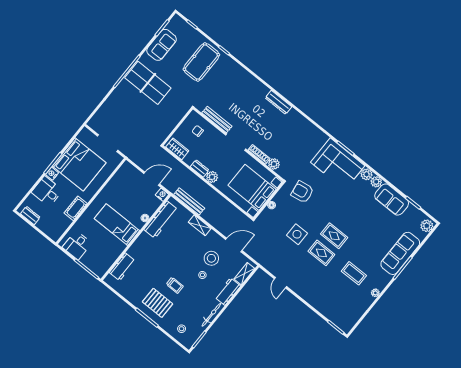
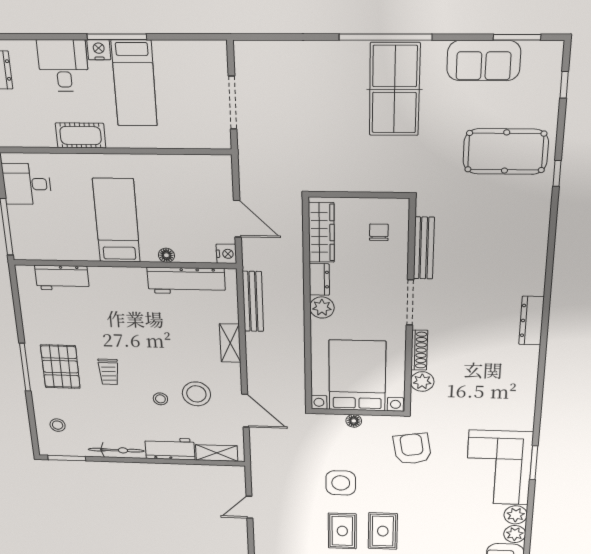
wardrobe: (177, 149) -> (321, 232), width x1.50
bed: (79, 164) -> (134, 83), width x0.49

